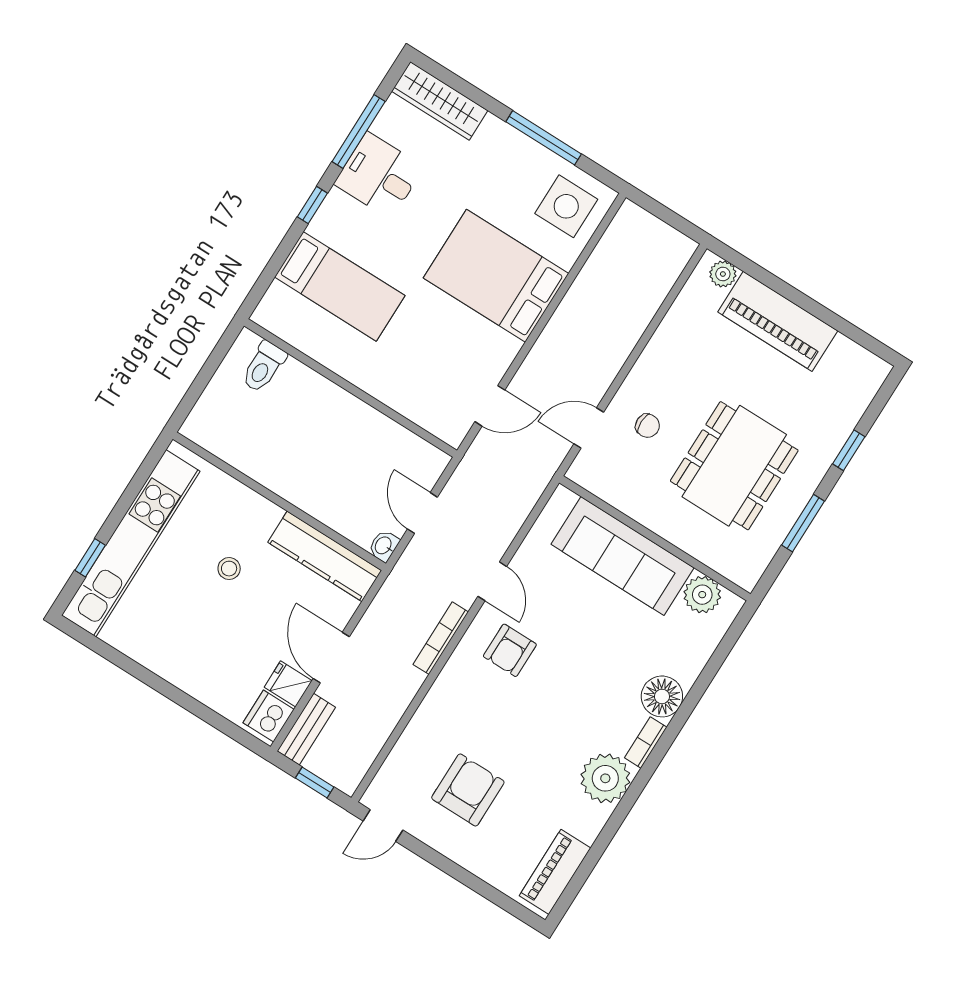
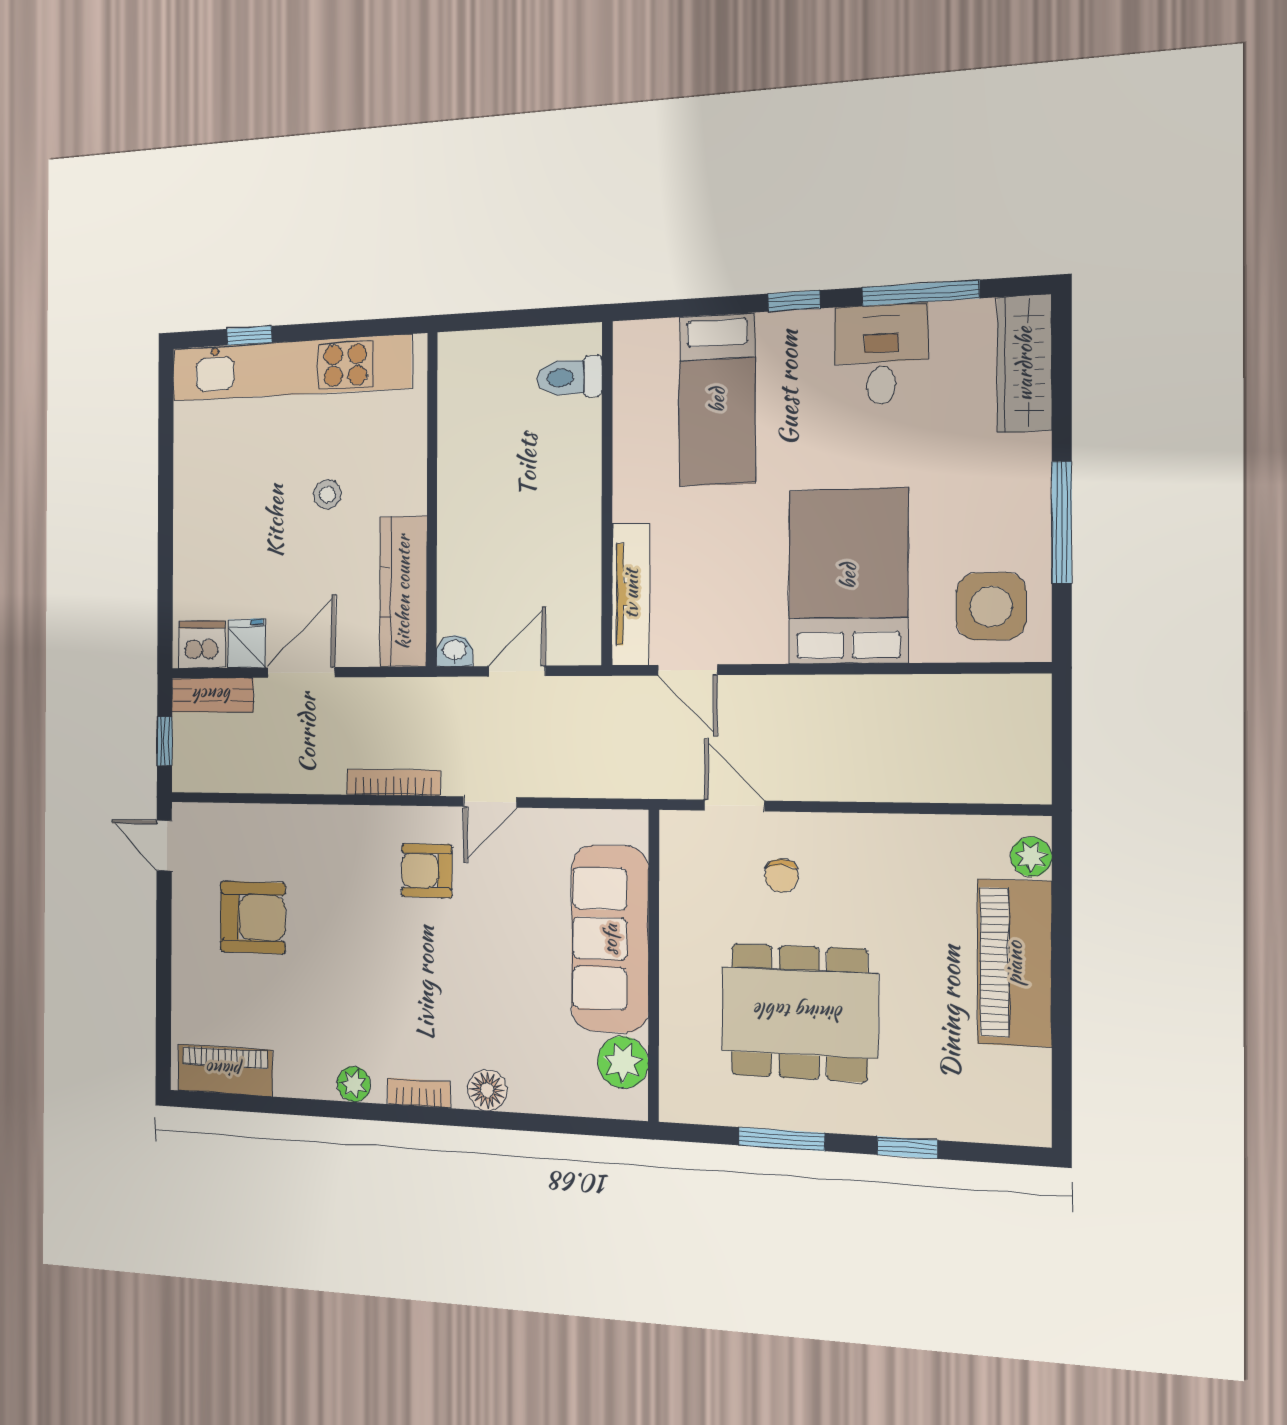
tv unit: (421, 412) -> (631, 594), added
floor lamp: (662, 696) -> (487, 1090), width x0.73, depth x0.73
plant: (605, 778) -> (354, 1084), width x0.53, depth x0.53

